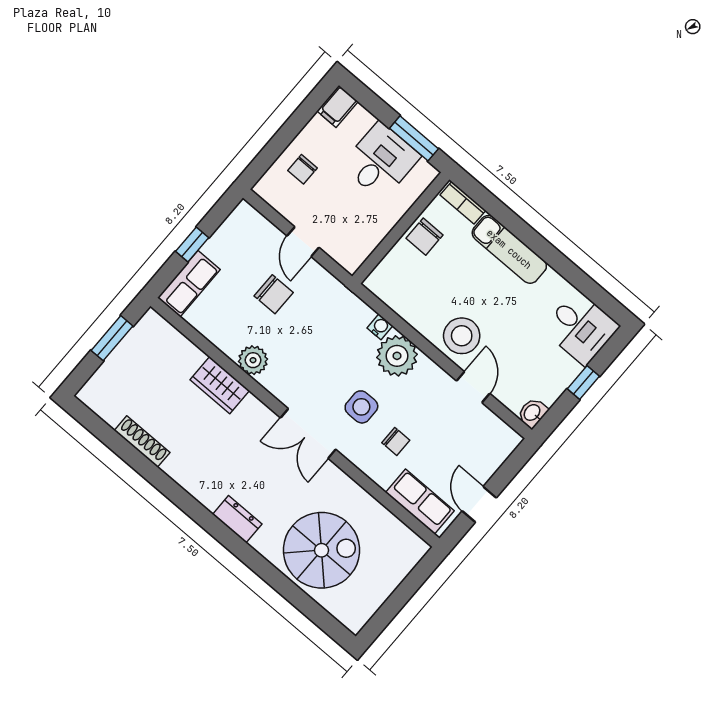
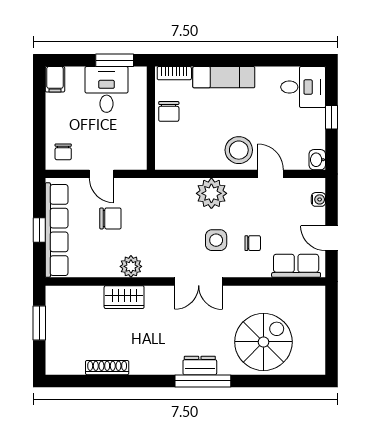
chair: (303, 169) -> (63, 152), moved
row of seats: (189, 284) -> (57, 230), width x2.02
water cooler: (380, 327) -> (318, 199), moved, turned 90
window: (227, 537) -> (203, 381), added

